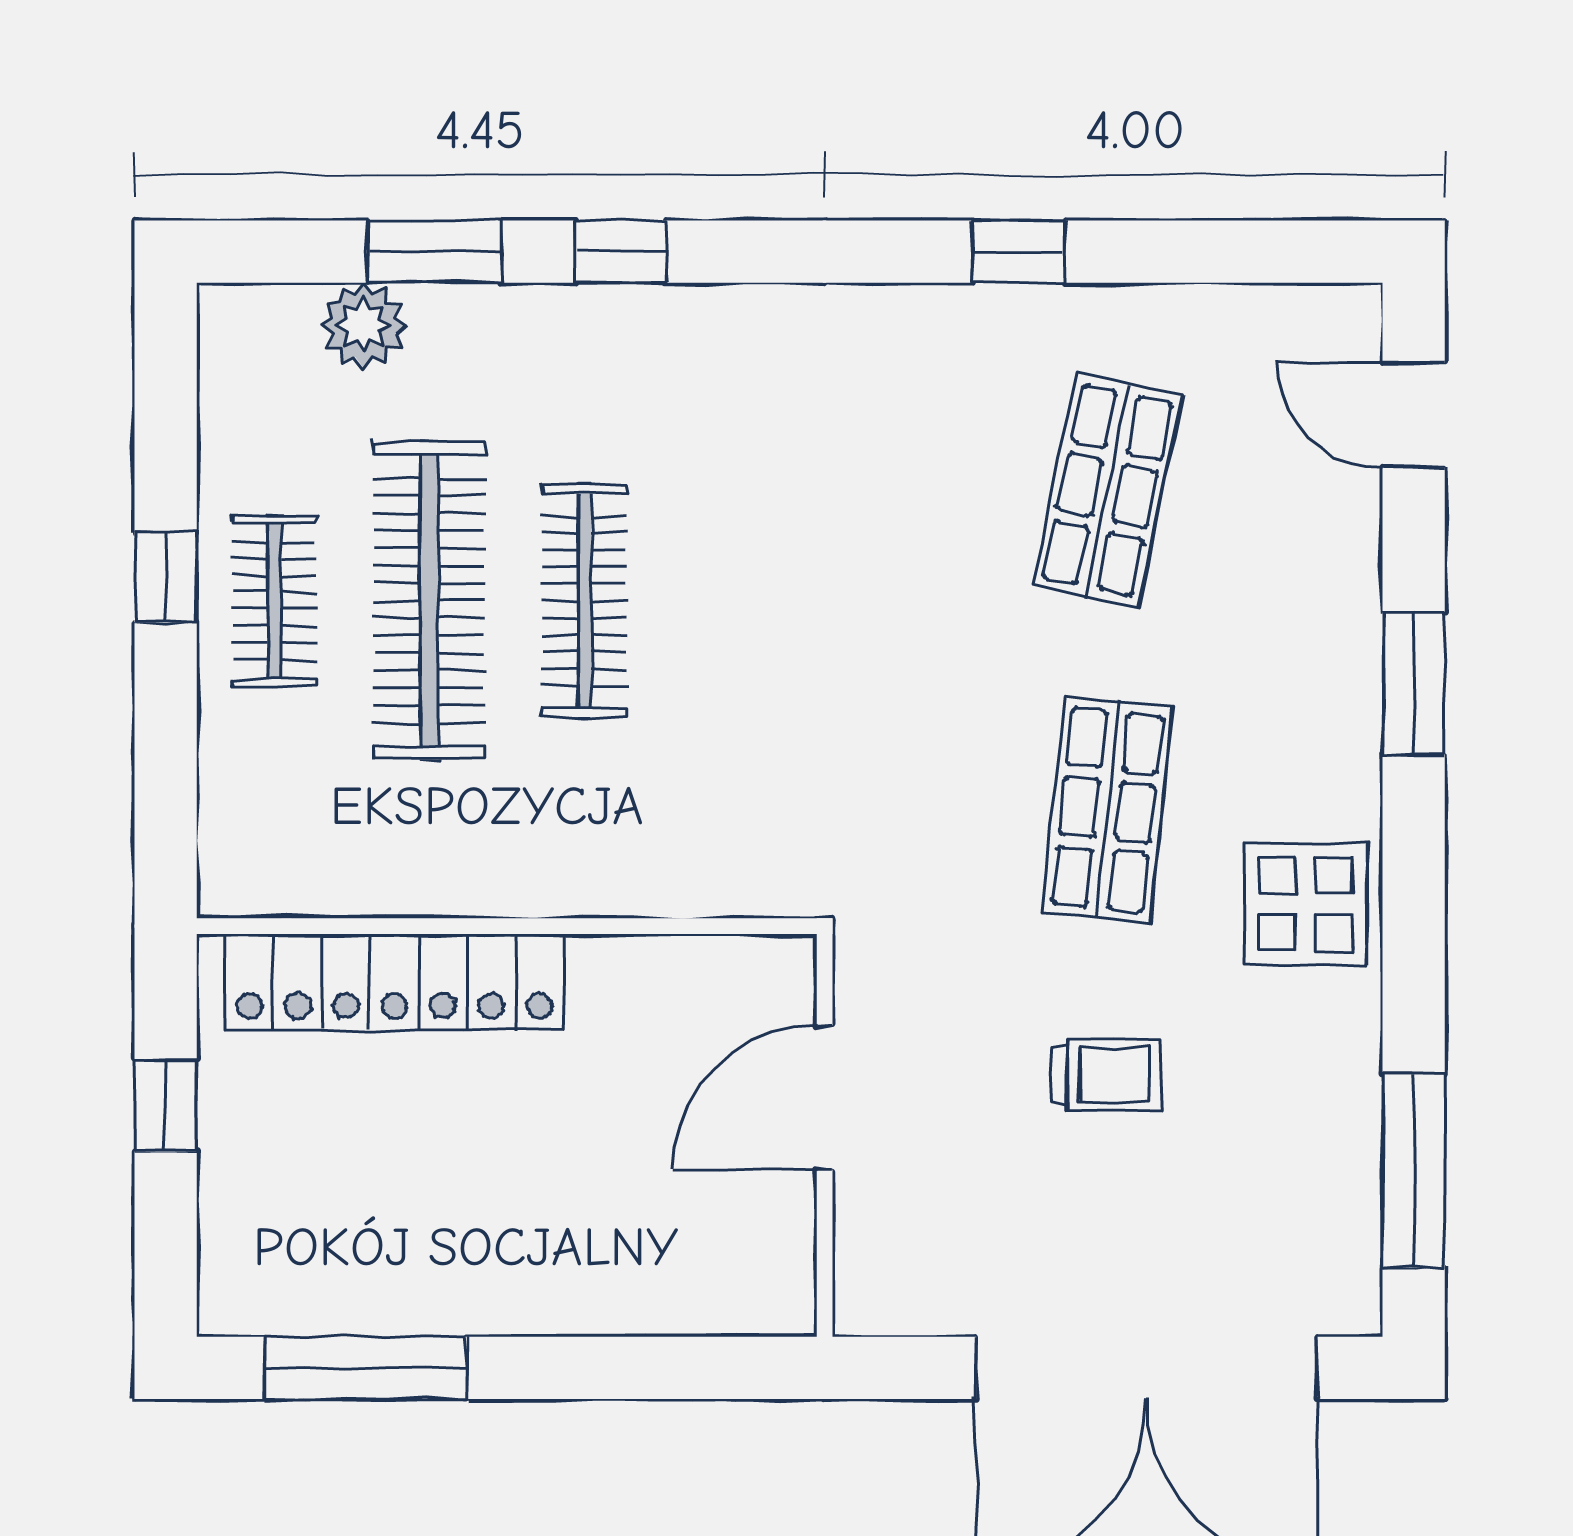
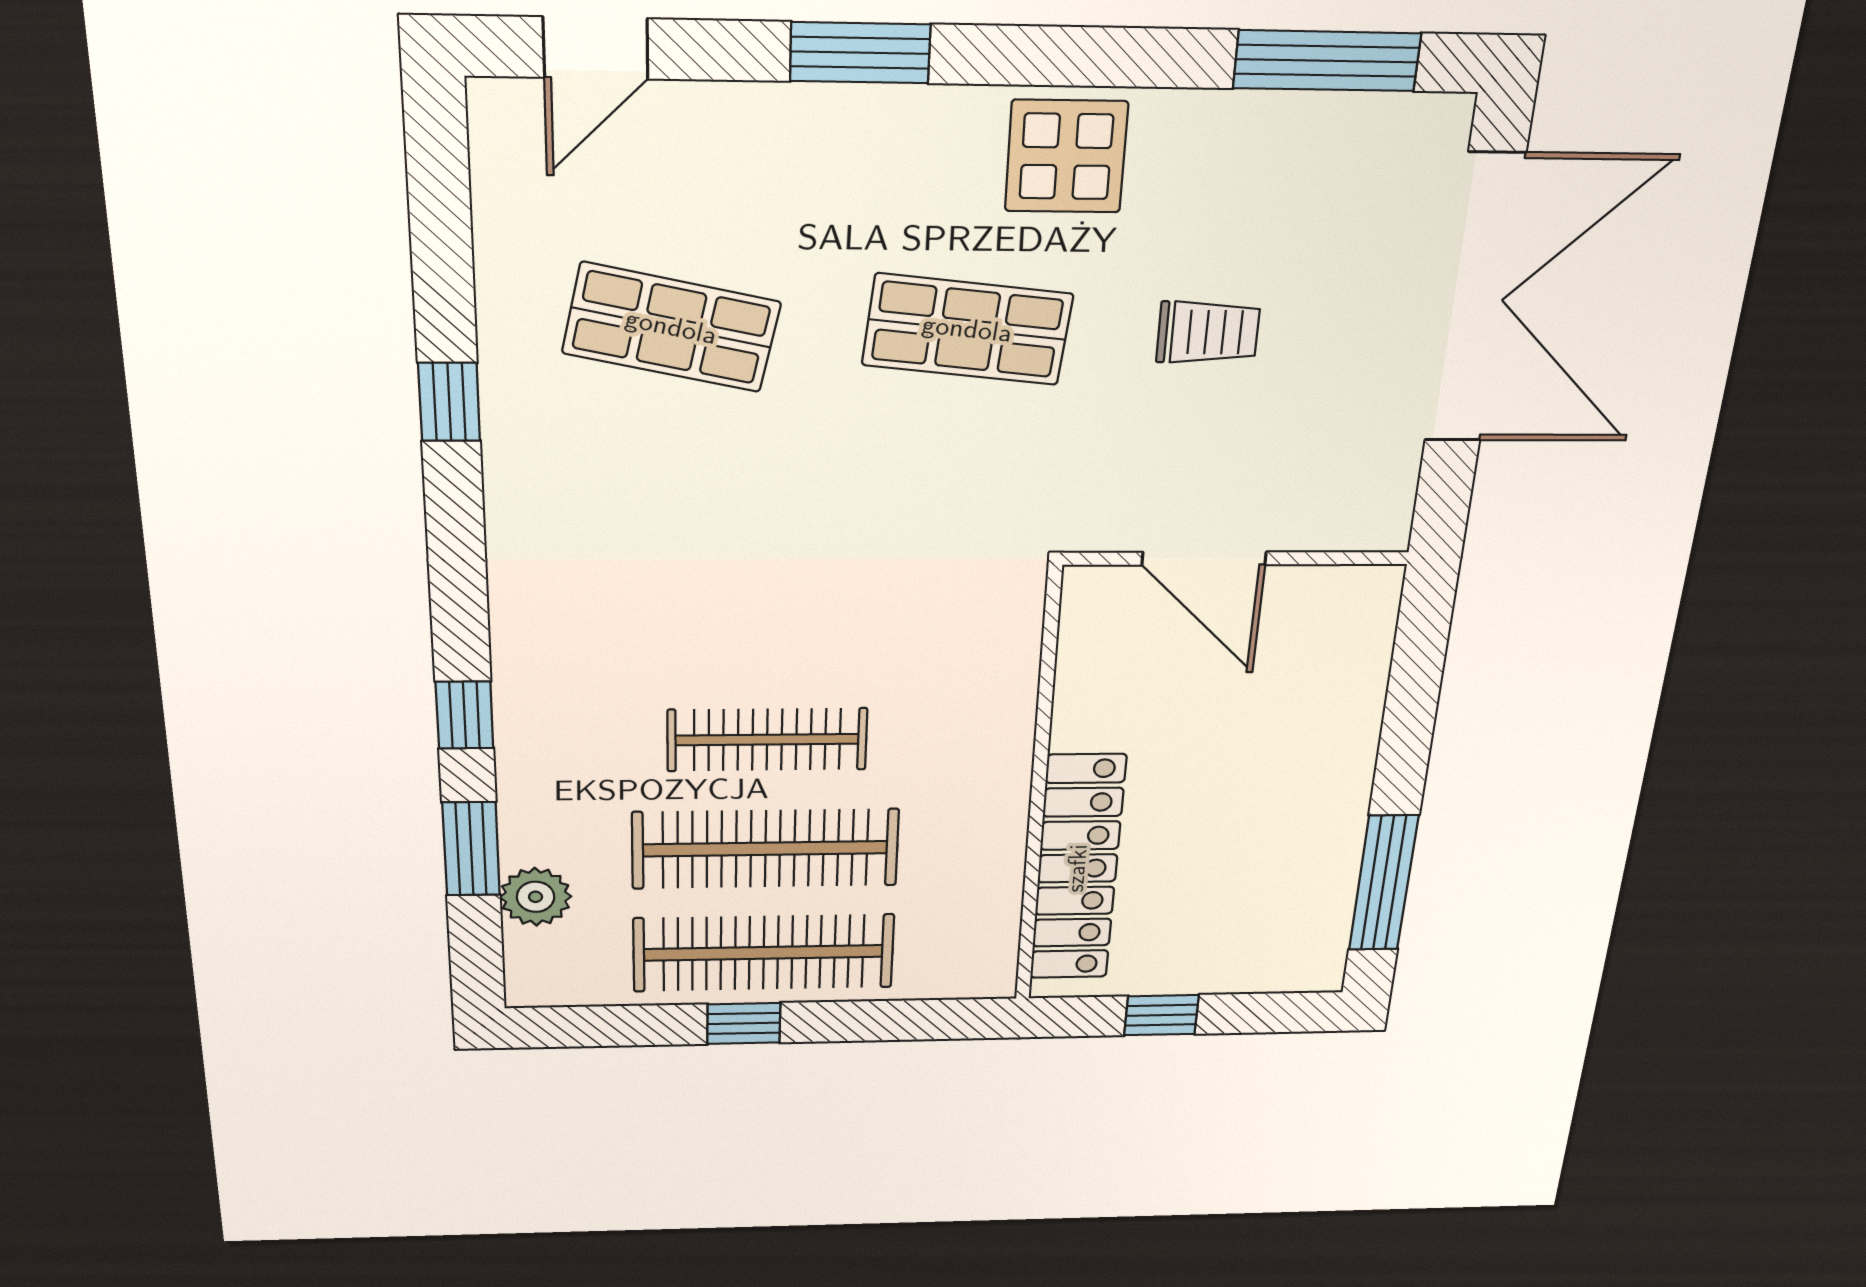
clothes rail: (274, 601) -> (764, 953), width x1.86, depth x1.31
trolley: (1106, 1075) -> (1208, 332), turned 90

